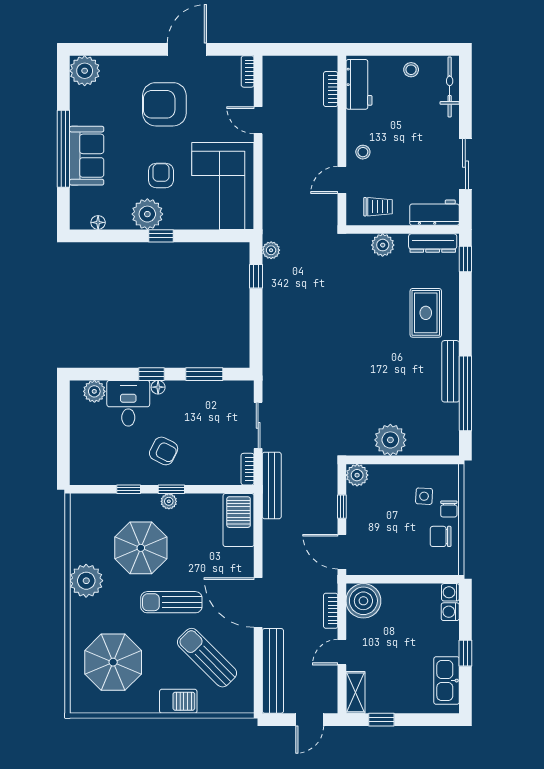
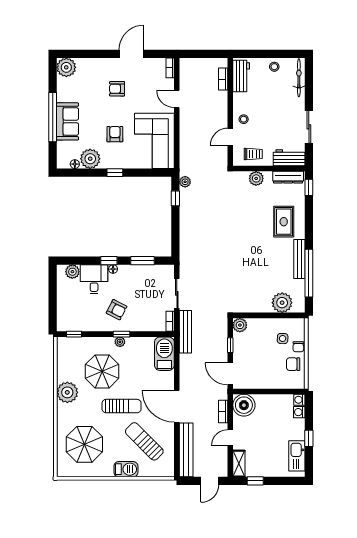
armchair: (164, 104) -> (117, 89), width x0.53, depth x0.53
plant: (147, 214) -> (90, 159), moved
plant: (390, 440) -> (282, 303), moved
window: (129, 489) -> (74, 334), moved
sun lounger: (171, 602) -> (122, 406), turned 180

